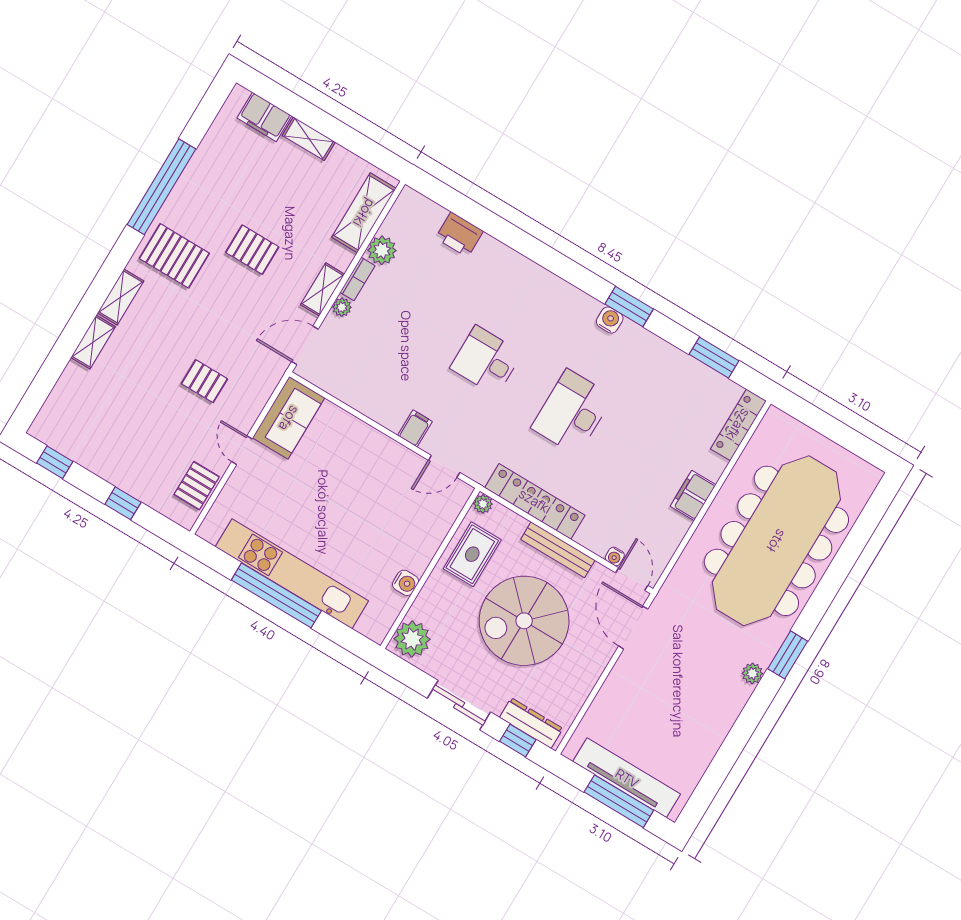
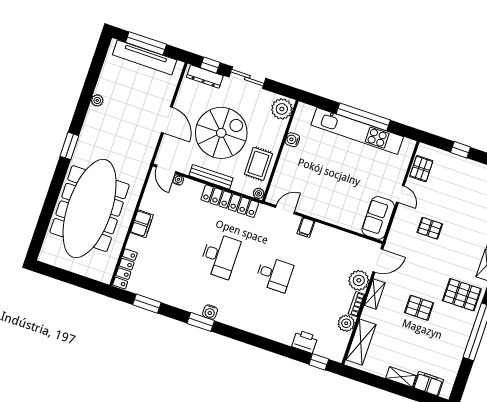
window: (443, 195) -> (319, 362), added
plant: (342, 307) -> (359, 280), width x1.88, depth x1.88
door: (633, 628) -> (167, 120), moved
plant: (752, 673) -> (97, 100), moved

